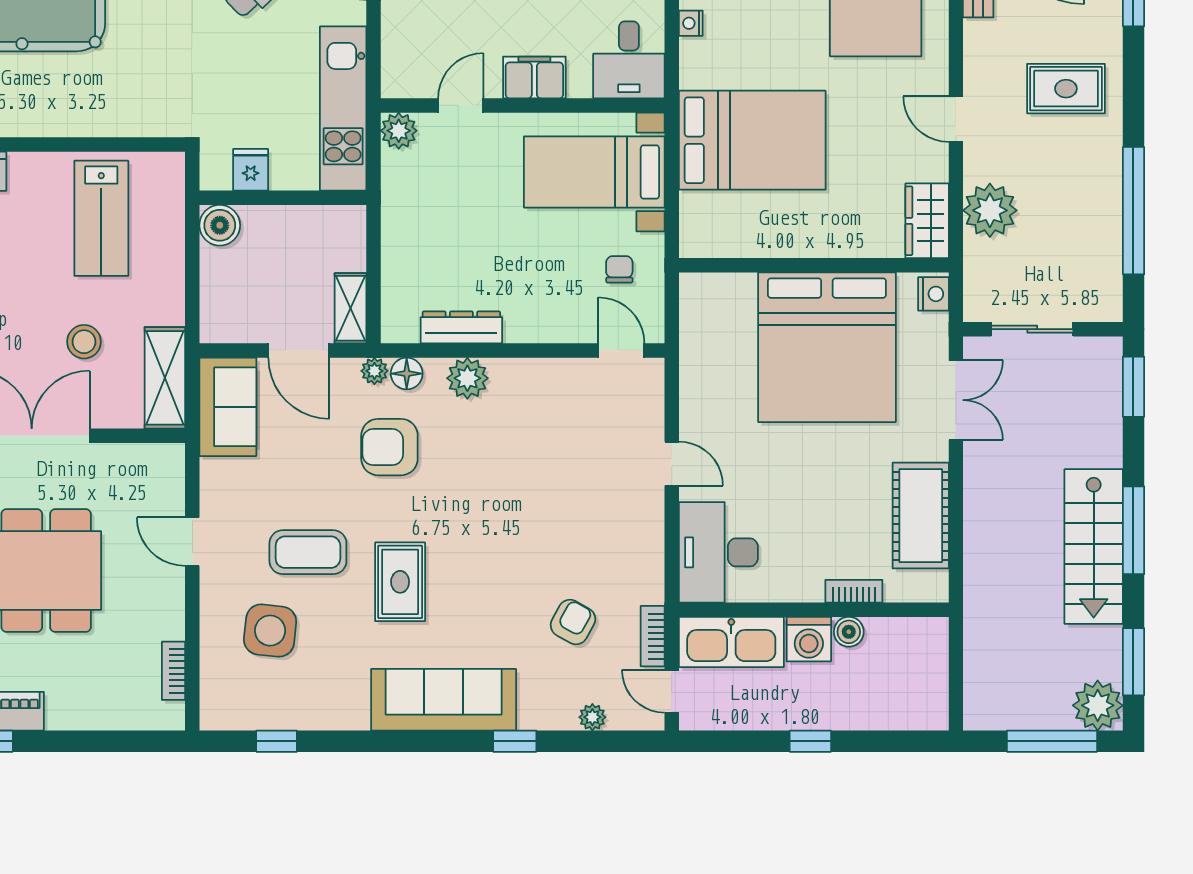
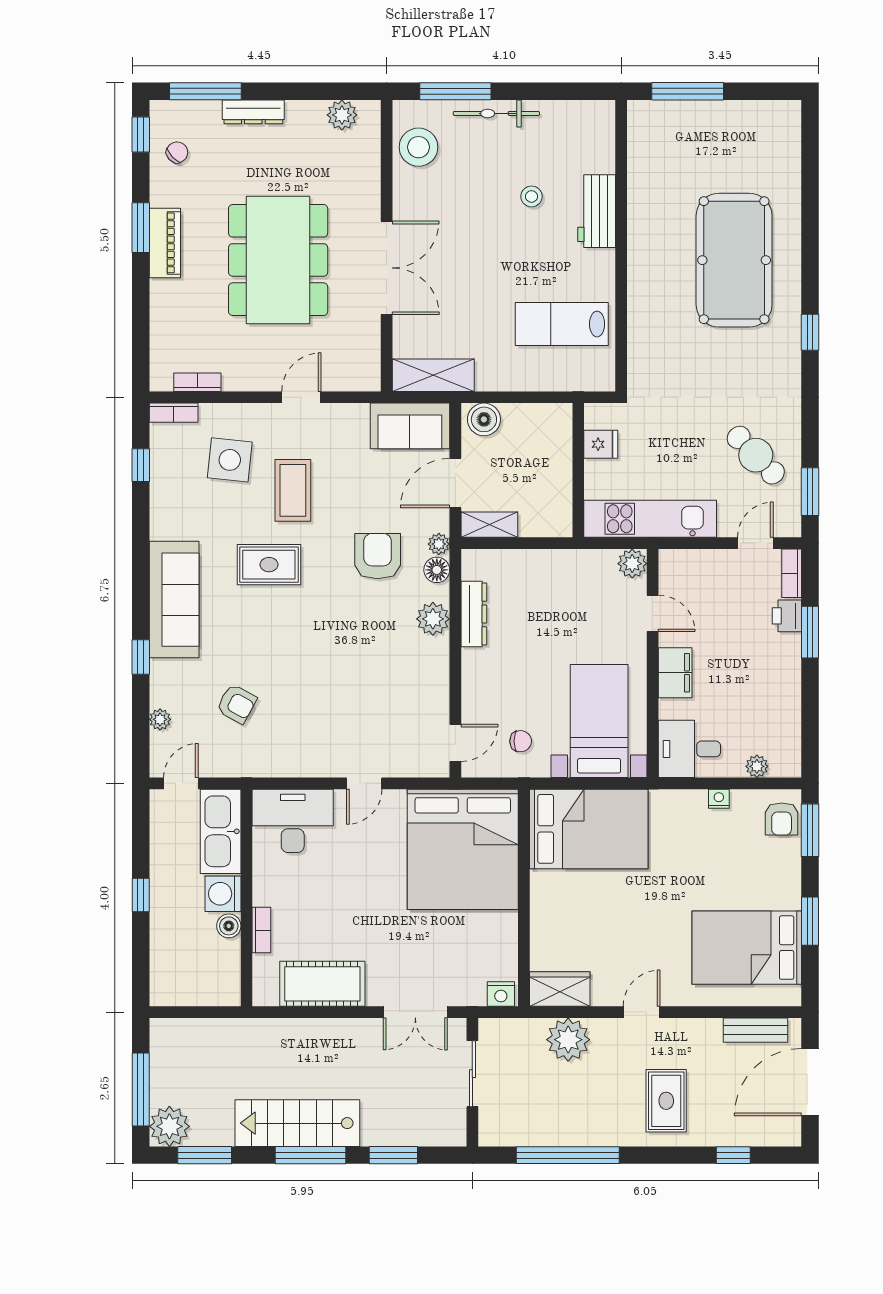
bed: (752, 140) -> (589, 829), moved, turned -90
boiler: (220, 225) -> (484, 419), moved
stool: (84, 342) -> (462, 310), removed
bed: (827, 347) -> (463, 849), moved, turned -90
window: (1133, 387) -> (393, 1155), moved
bookcase: (653, 636) -> (174, 413), moved, turned 180

